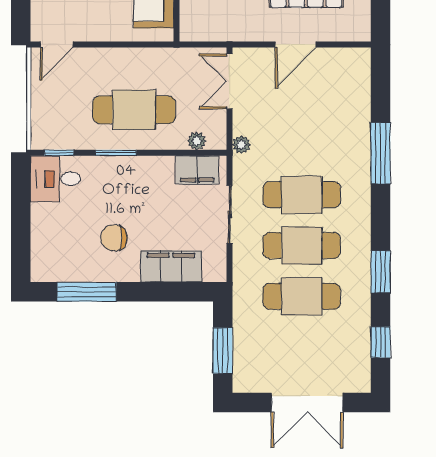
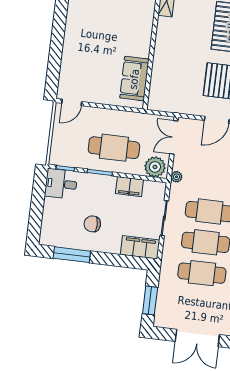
plant: (197, 141) -> (155, 167), width x1.88, depth x1.88
filing cabinet: (197, 170) -> (129, 187), moved
filing cabinet: (171, 266) -> (140, 247), moved

